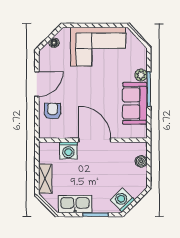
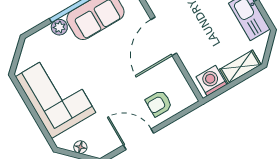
washing machine: (68, 150) -> (211, 81), moved, turned -90

